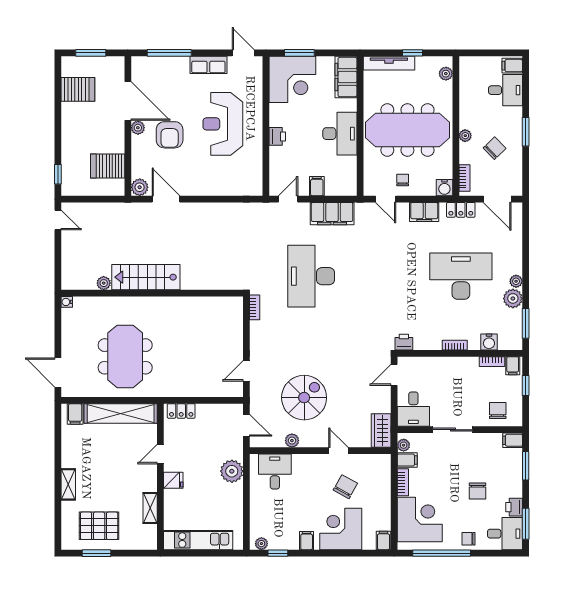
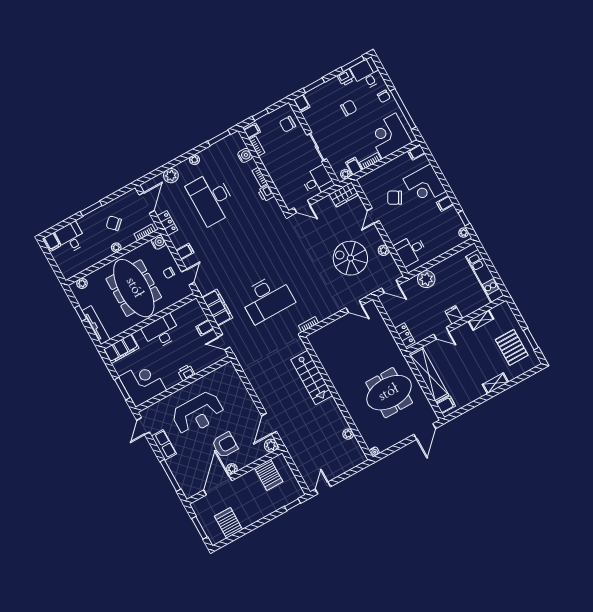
filing cabinet: (424, 212) -> (185, 251), width x0.50
stairs: (146, 277) -> (312, 378), moved
plant: (513, 298) -> (171, 176), moved
printer: (404, 342) -> (266, 193), moved
door: (246, 425) -> (390, 286), swing flipped

